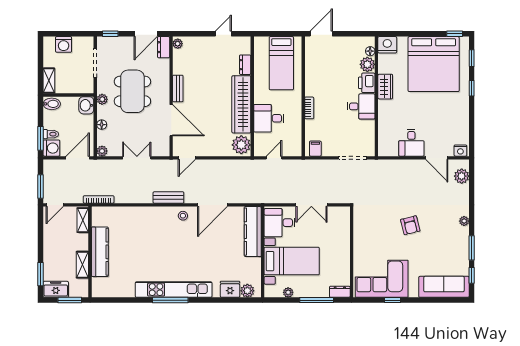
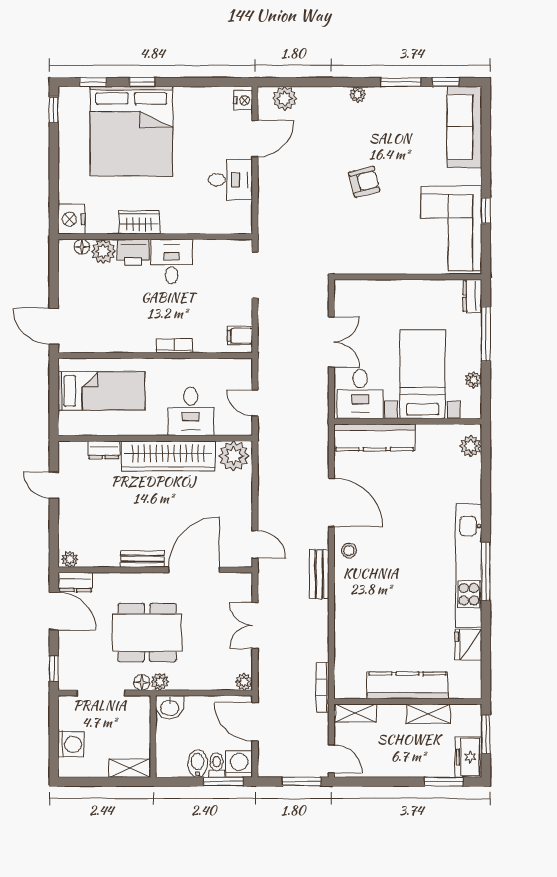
bed: (434, 64) -> (131, 131), moved, turned 90
bidet: (52, 104) -> (198, 764), moved
floor lamp: (102, 125) -> (142, 682), moved
fridge: (230, 289) -> (468, 645), moved

